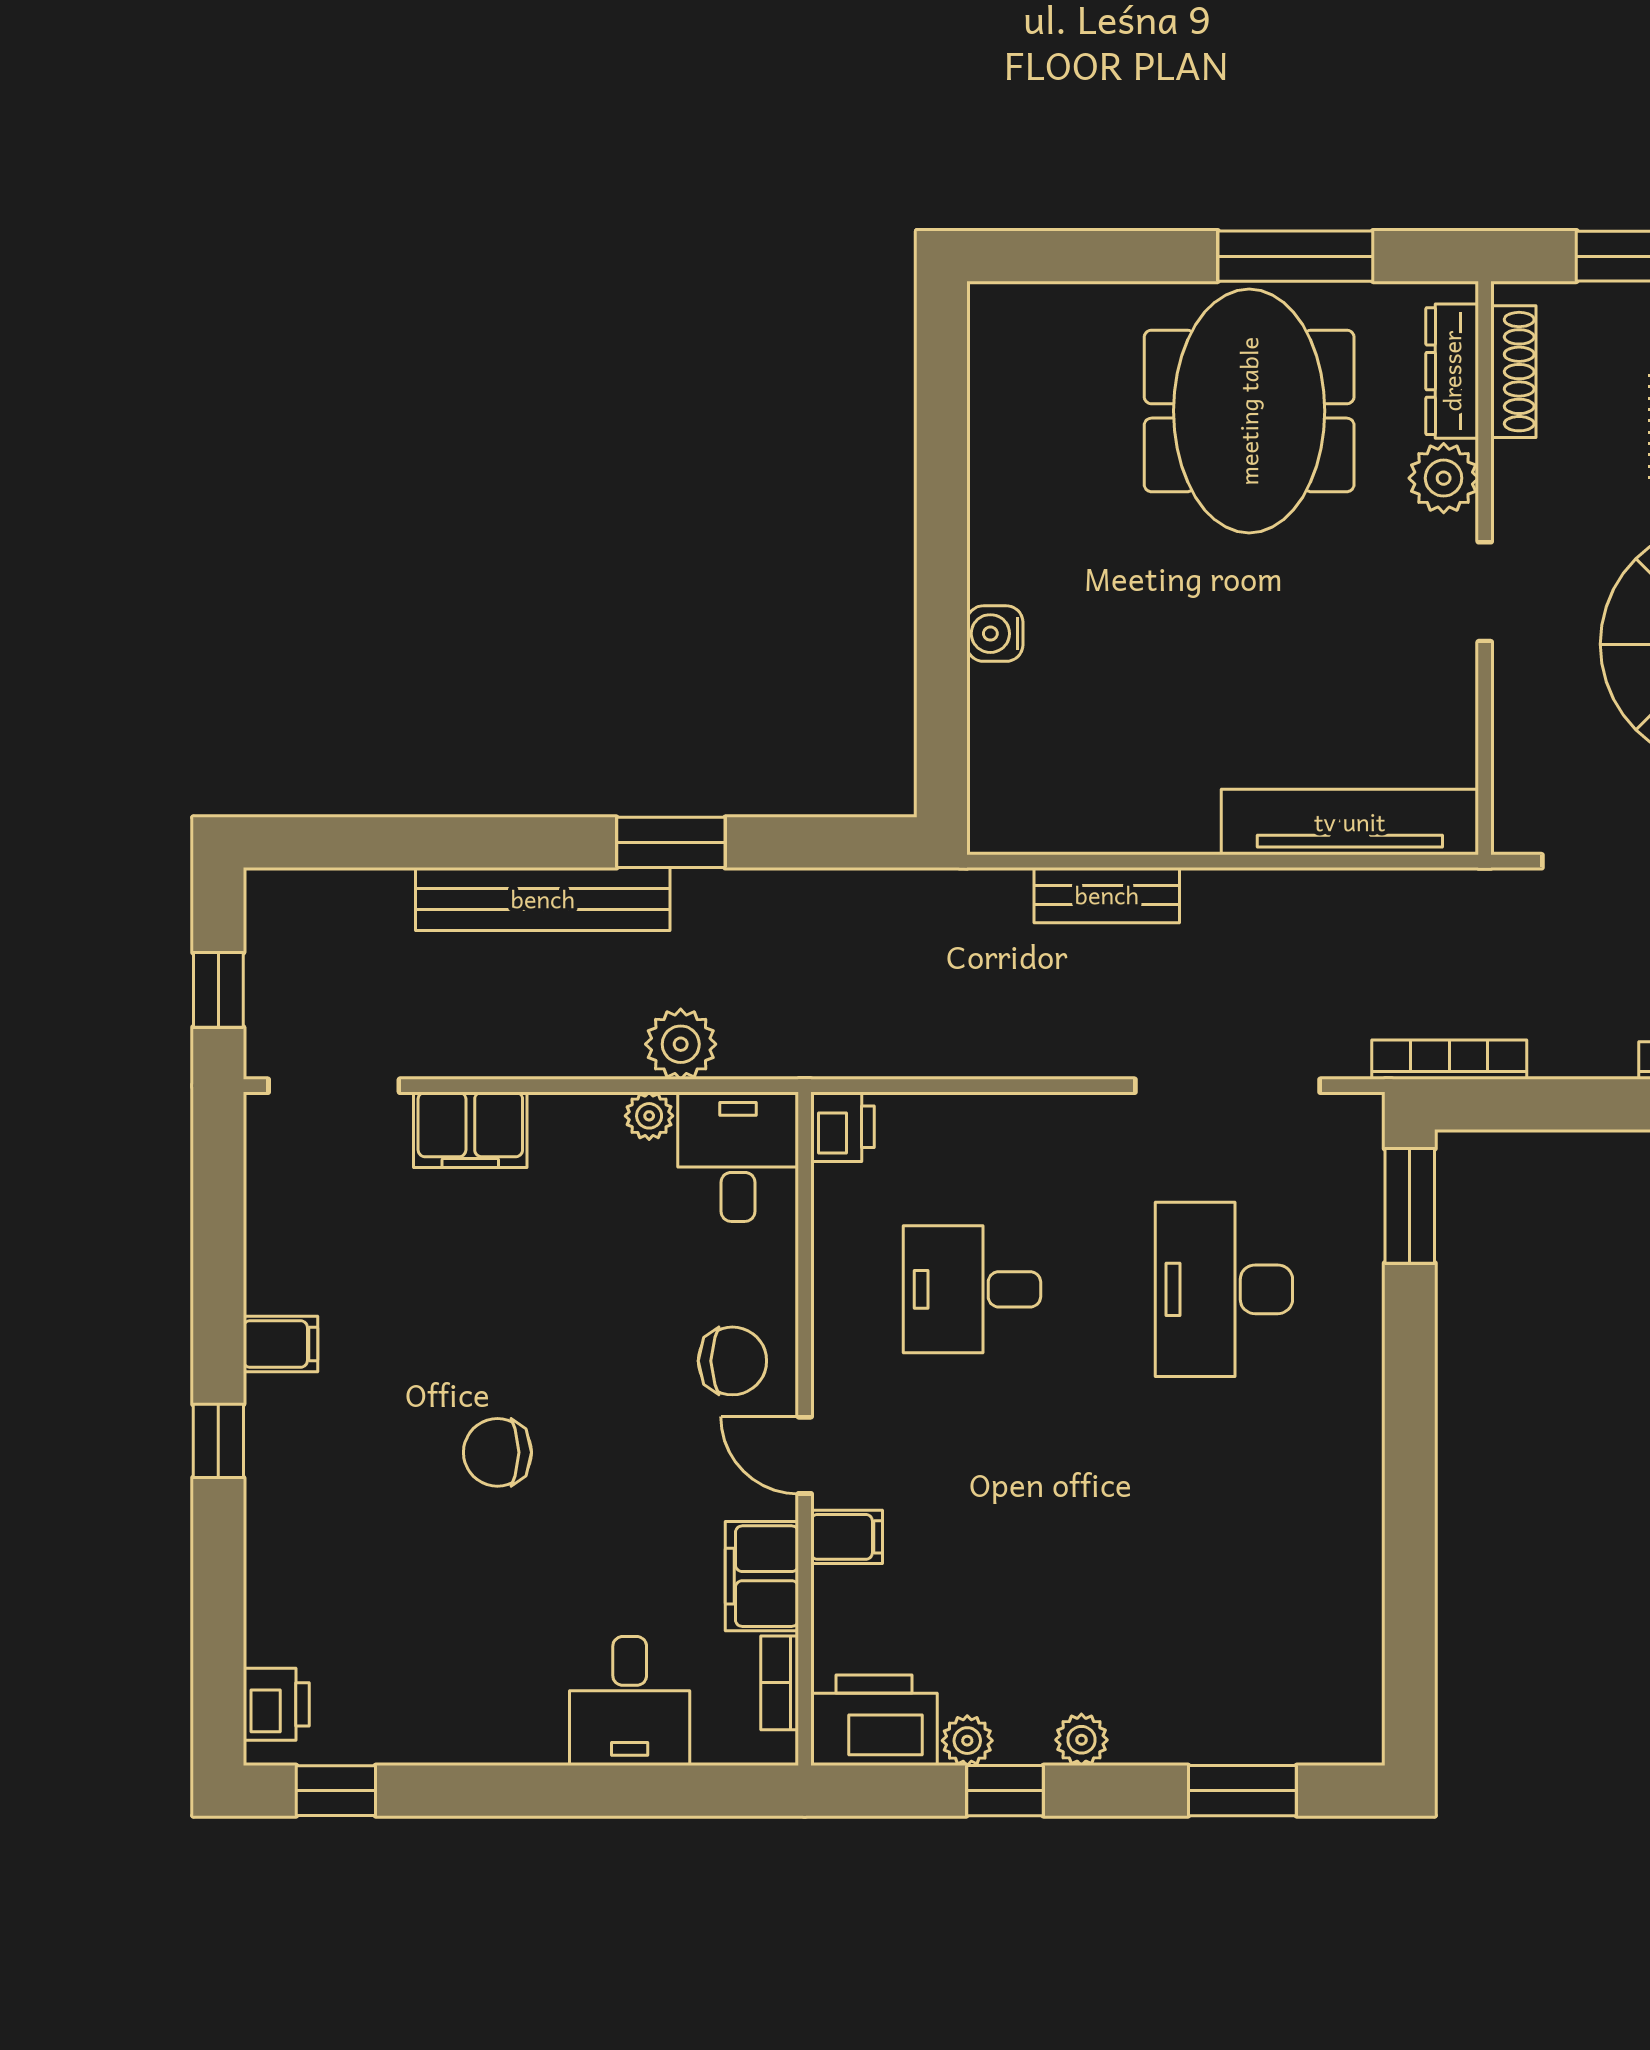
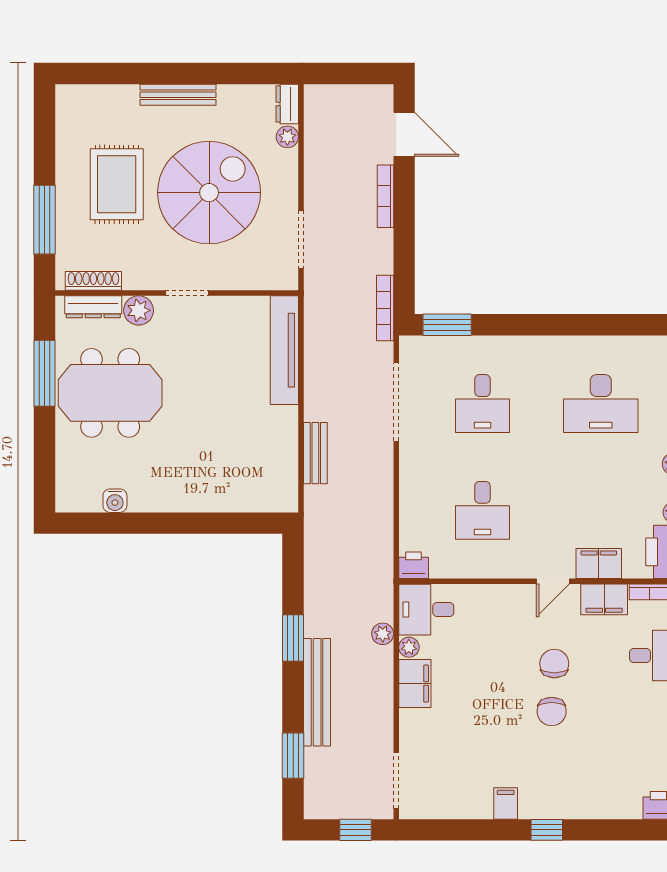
water cooler: (995, 634) -> (115, 501), moved
window: (393, 842) -> (293, 756), added
plant: (681, 1044) -> (383, 634), width x0.73, depth x0.73
filing cabinet: (470, 1130) -> (415, 683), moved
desk: (1224, 1289) -> (482, 404), width x0.73
chair: (732, 1361) -> (554, 664), moved
filing cabinet: (847, 1537) -> (599, 563), width x2.00
desk: (1224, 1568) -> (601, 404), added

